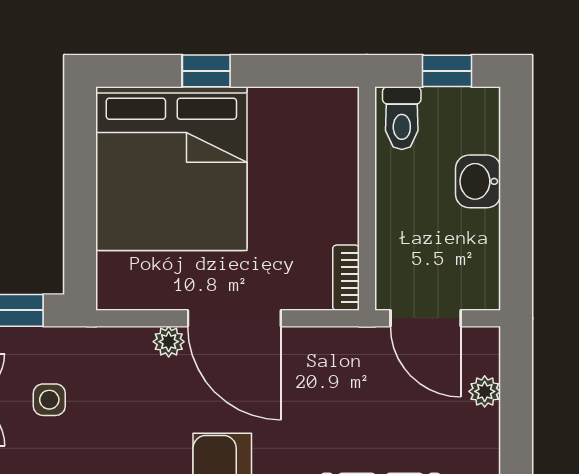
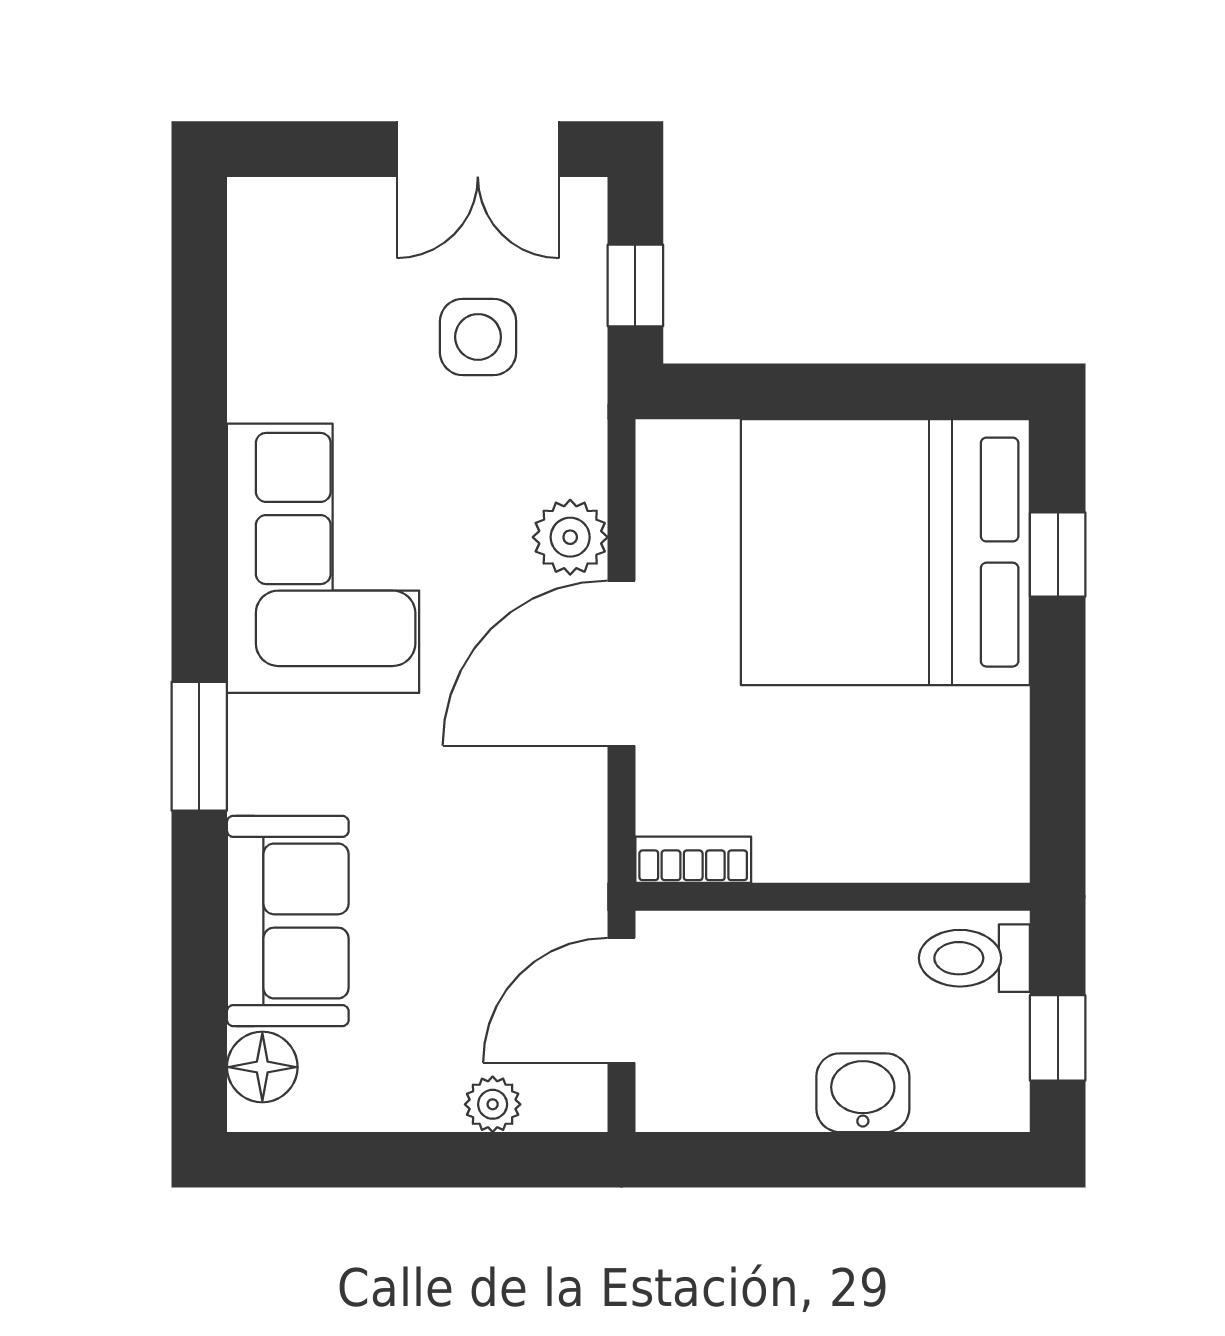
window: (206, 71) -> (1058, 555), moved
plant: (169, 342) -> (570, 537), width x1.38, depth x1.38
side table: (49, 400) -> (478, 337), width x1.37, depth x1.37

